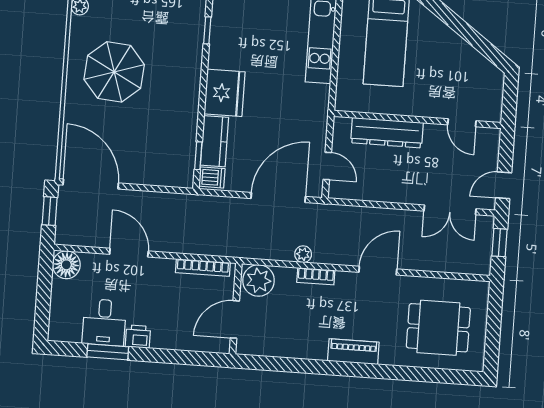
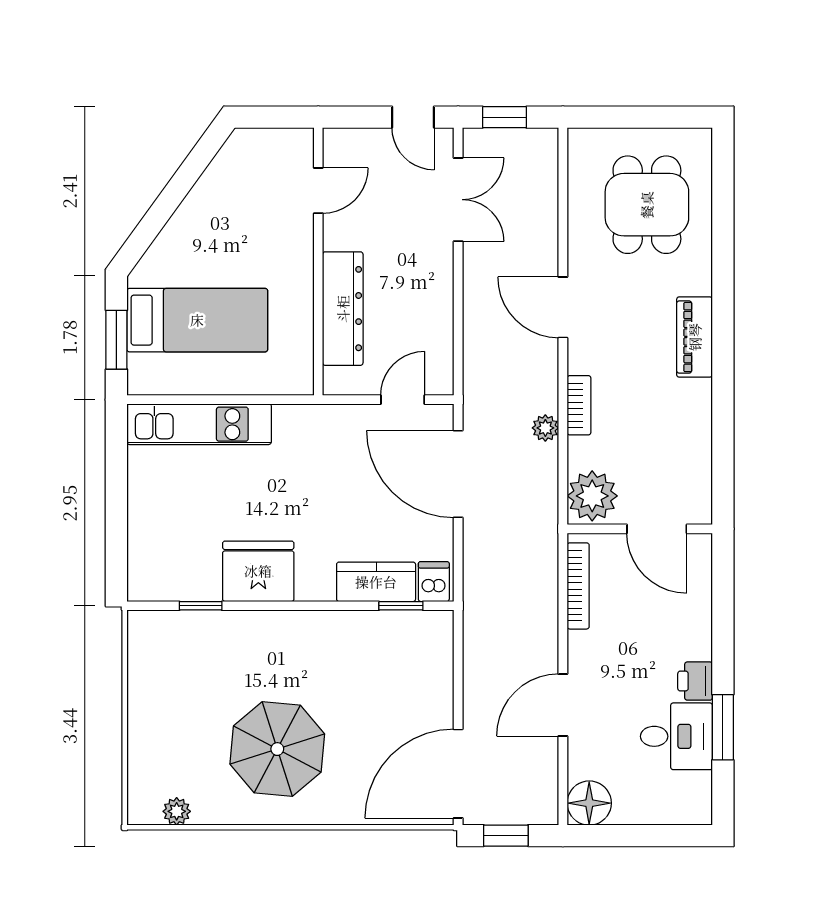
fridge: (224, 93) -> (258, 571), moved

